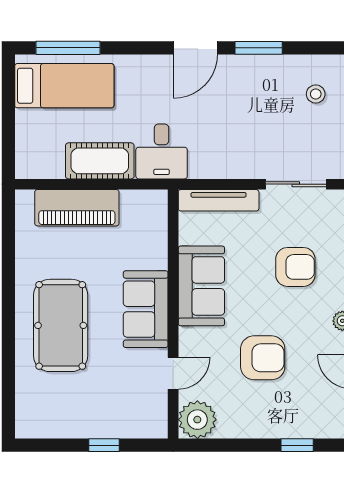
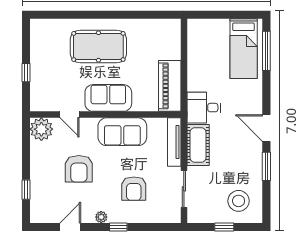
stool: (316, 94) -> (239, 201), width x1.89, depth x1.89
cot: (100, 161) -> (198, 145), moved
piano: (77, 208) -> (170, 86), moved

